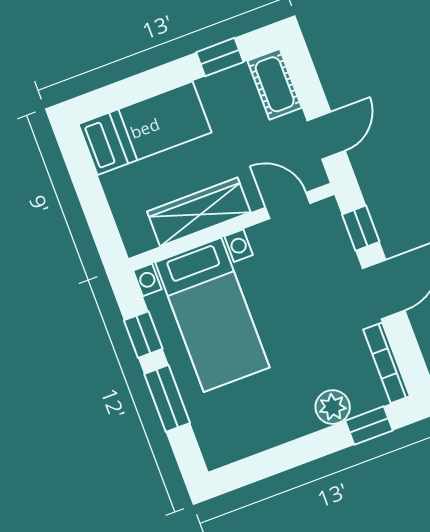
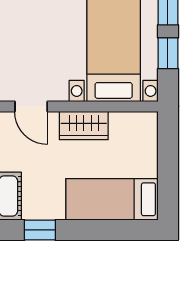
wardrobe: (199, 212) -> (84, 126), width x0.67

